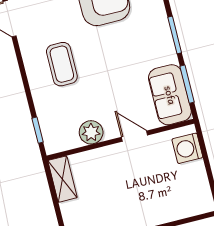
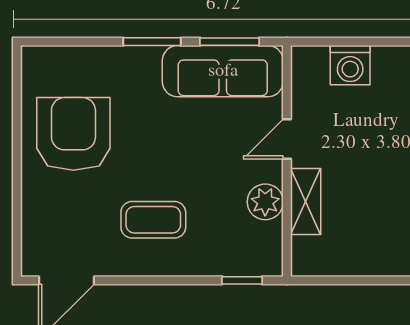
sofa: (170, 95) -> (223, 71), width x1.36
washing machine: (187, 148) -> (350, 65), moved
shelving: (62, 179) -> (306, 201), moved, turned 90

